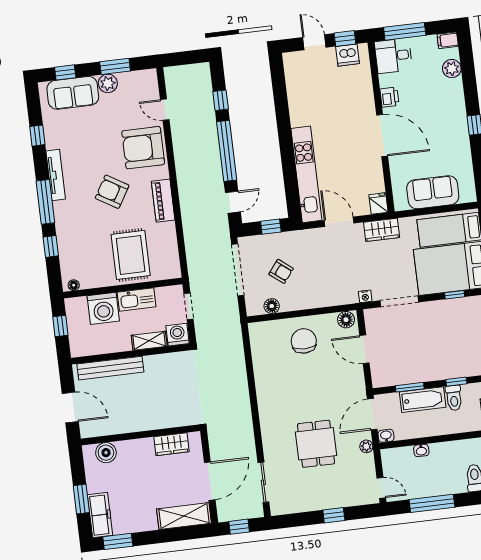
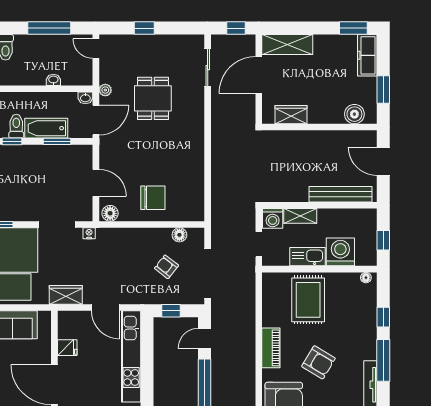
fridge: (379, 203) -> (67, 348), moved, turned -90
chair: (304, 341) -> (153, 198), turned -90
window: (81, 499) -> (383, 90), moved

